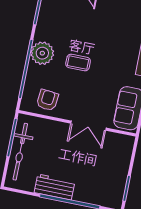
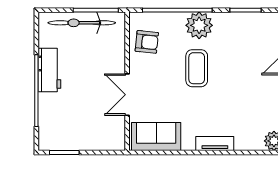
coffee table: (78, 63) -> (197, 68), width x1.36, depth x1.30

